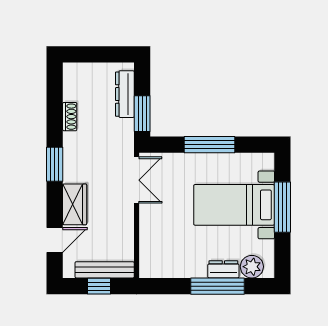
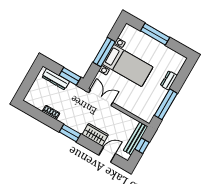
bed with nightstands: (234, 205) -> (128, 66), moved, turned -90
door: (55, 240) -> (107, 154), hinge flipped
plant: (252, 267) -> (176, 66), removed
window: (218, 286) -> (166, 104), moved

